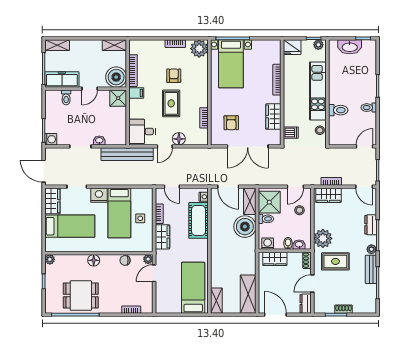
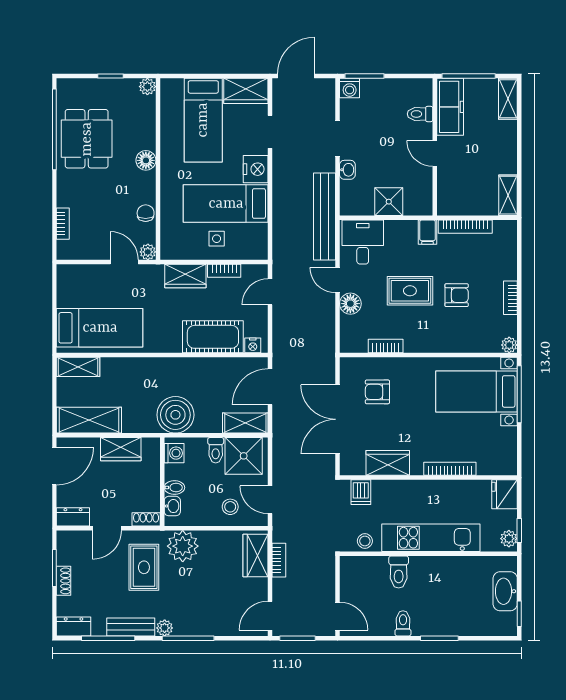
plant: (199, 49) -> (509, 345), width x0.53, depth x0.53
boiler: (116, 77) -> (454, 198), removed
shower: (118, 98) -> (389, 202), moved
dresser: (371, 225) -> (74, 626), moved
boiler: (245, 227) -> (175, 415), moved
wardrobe: (275, 259) -> (121, 449), moved, turned -90
door: (312, 283) -> (107, 528), swing flipped

